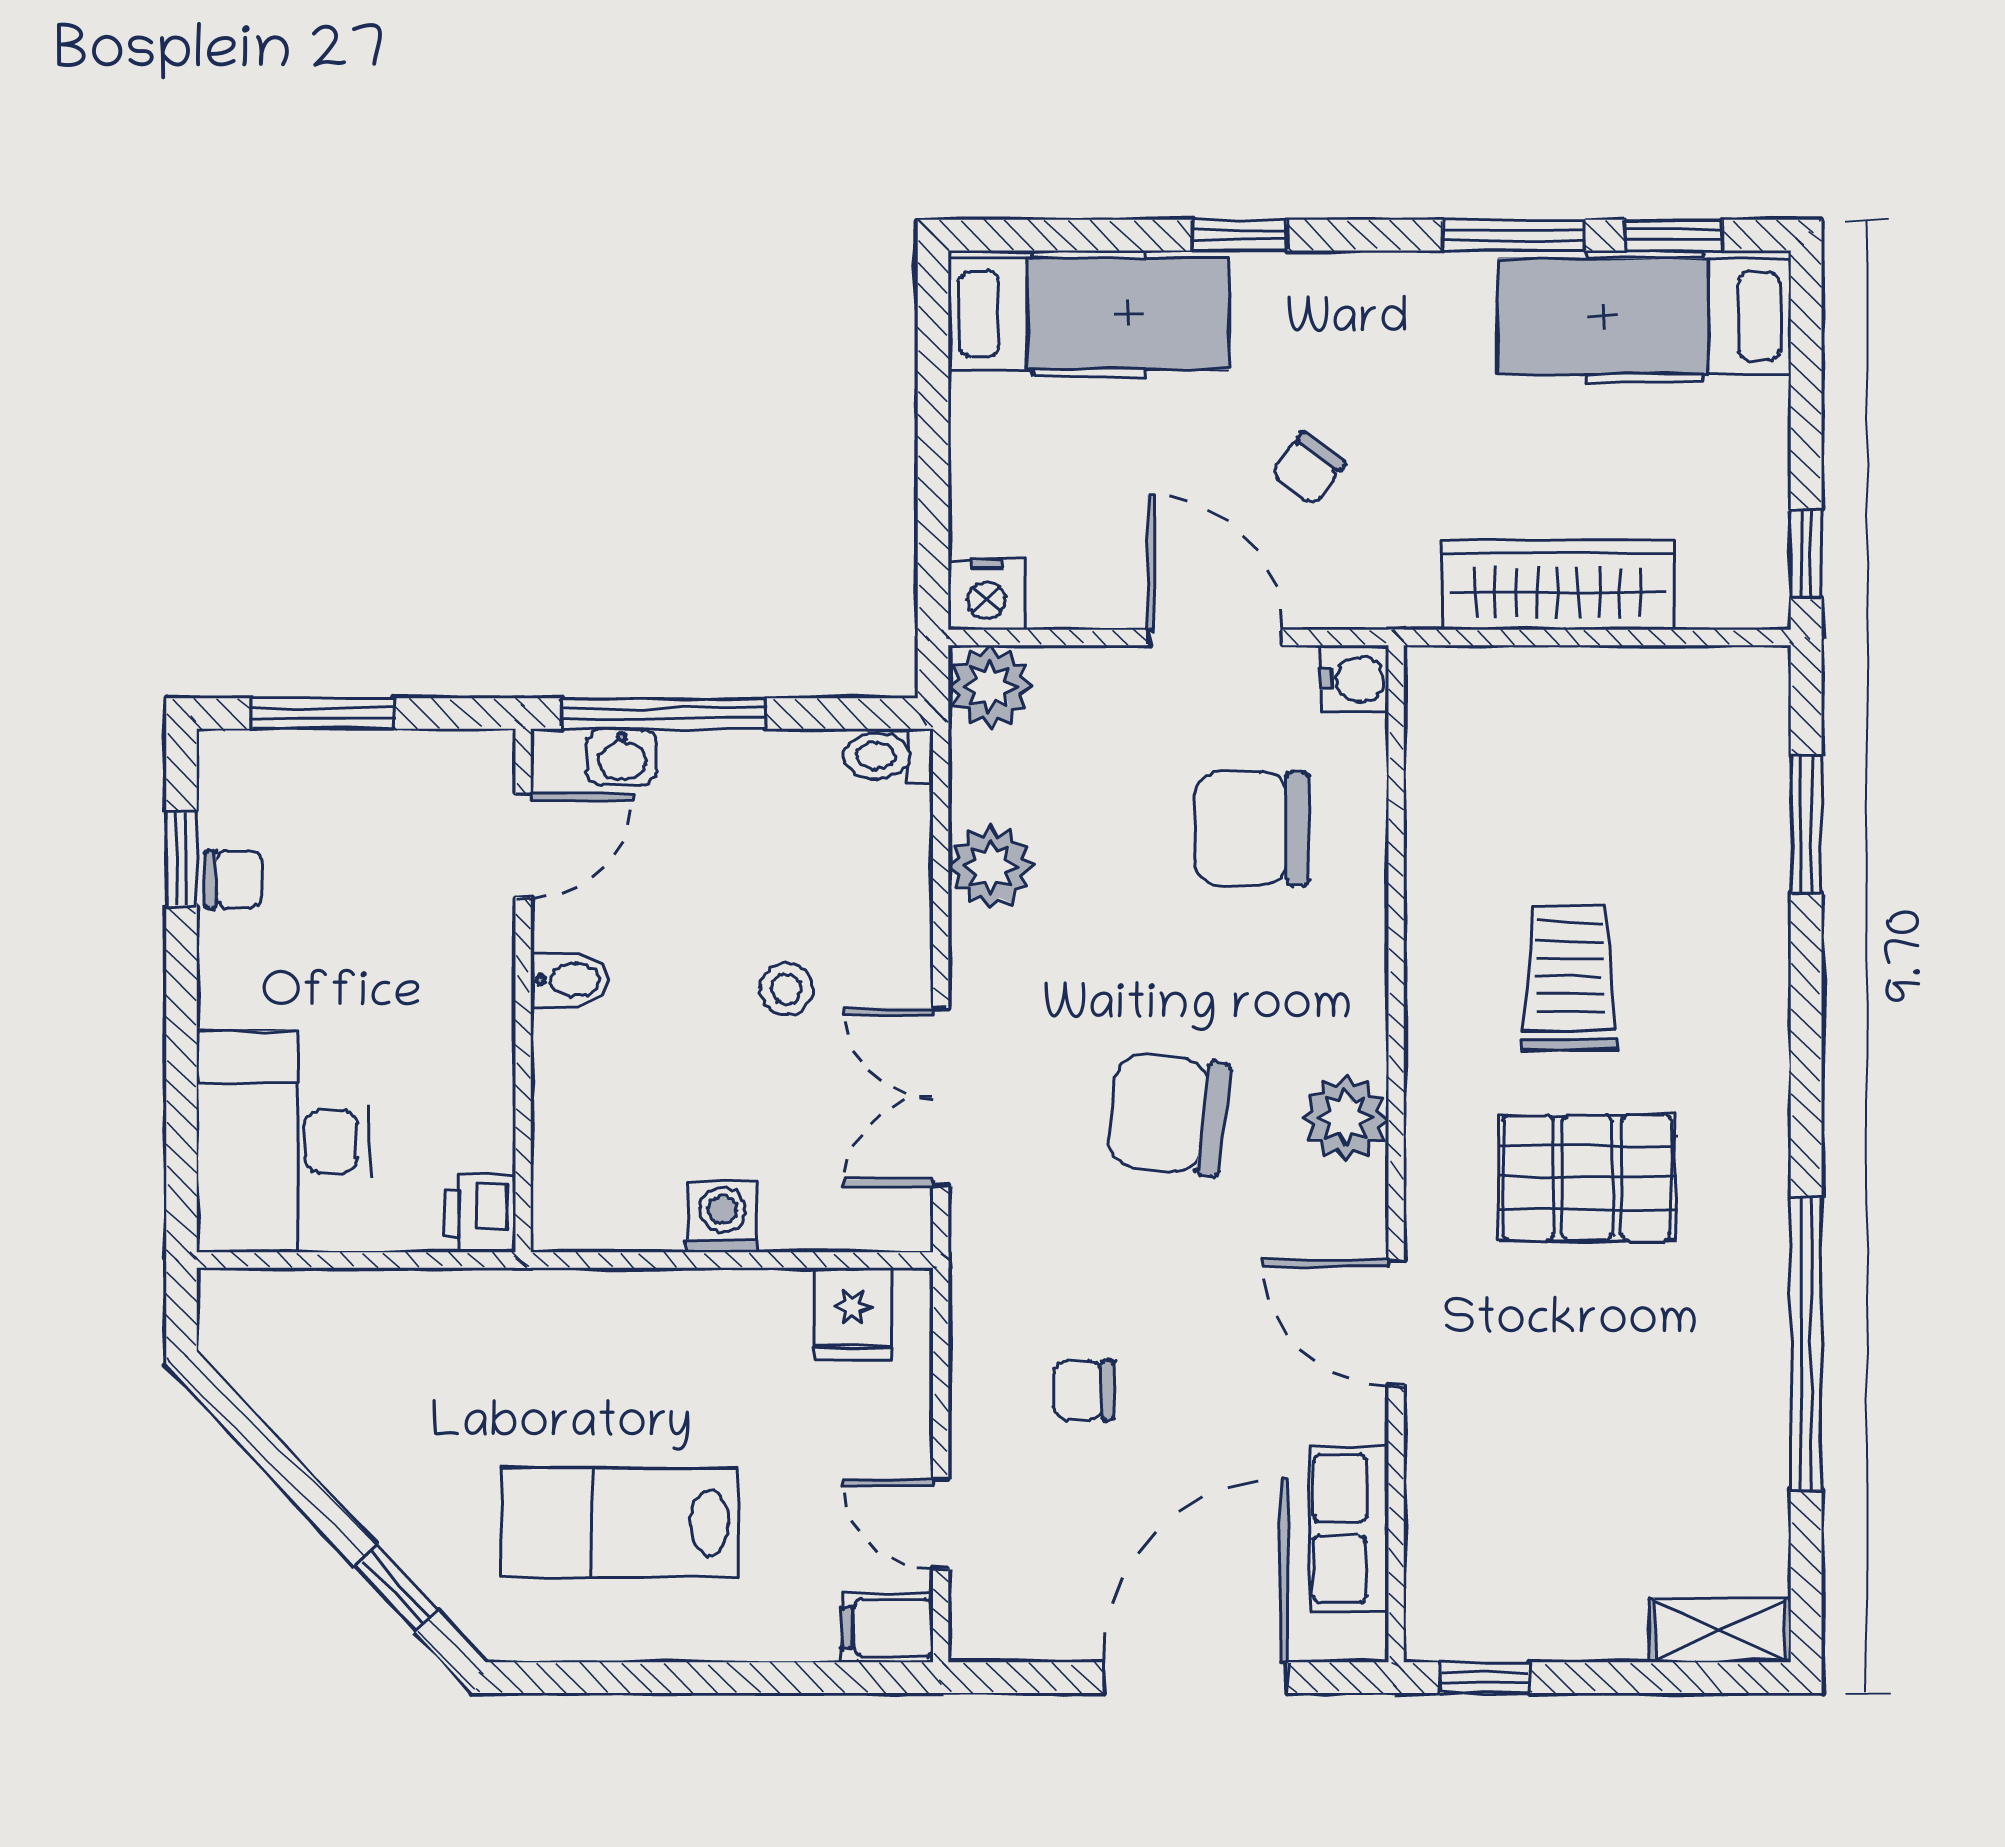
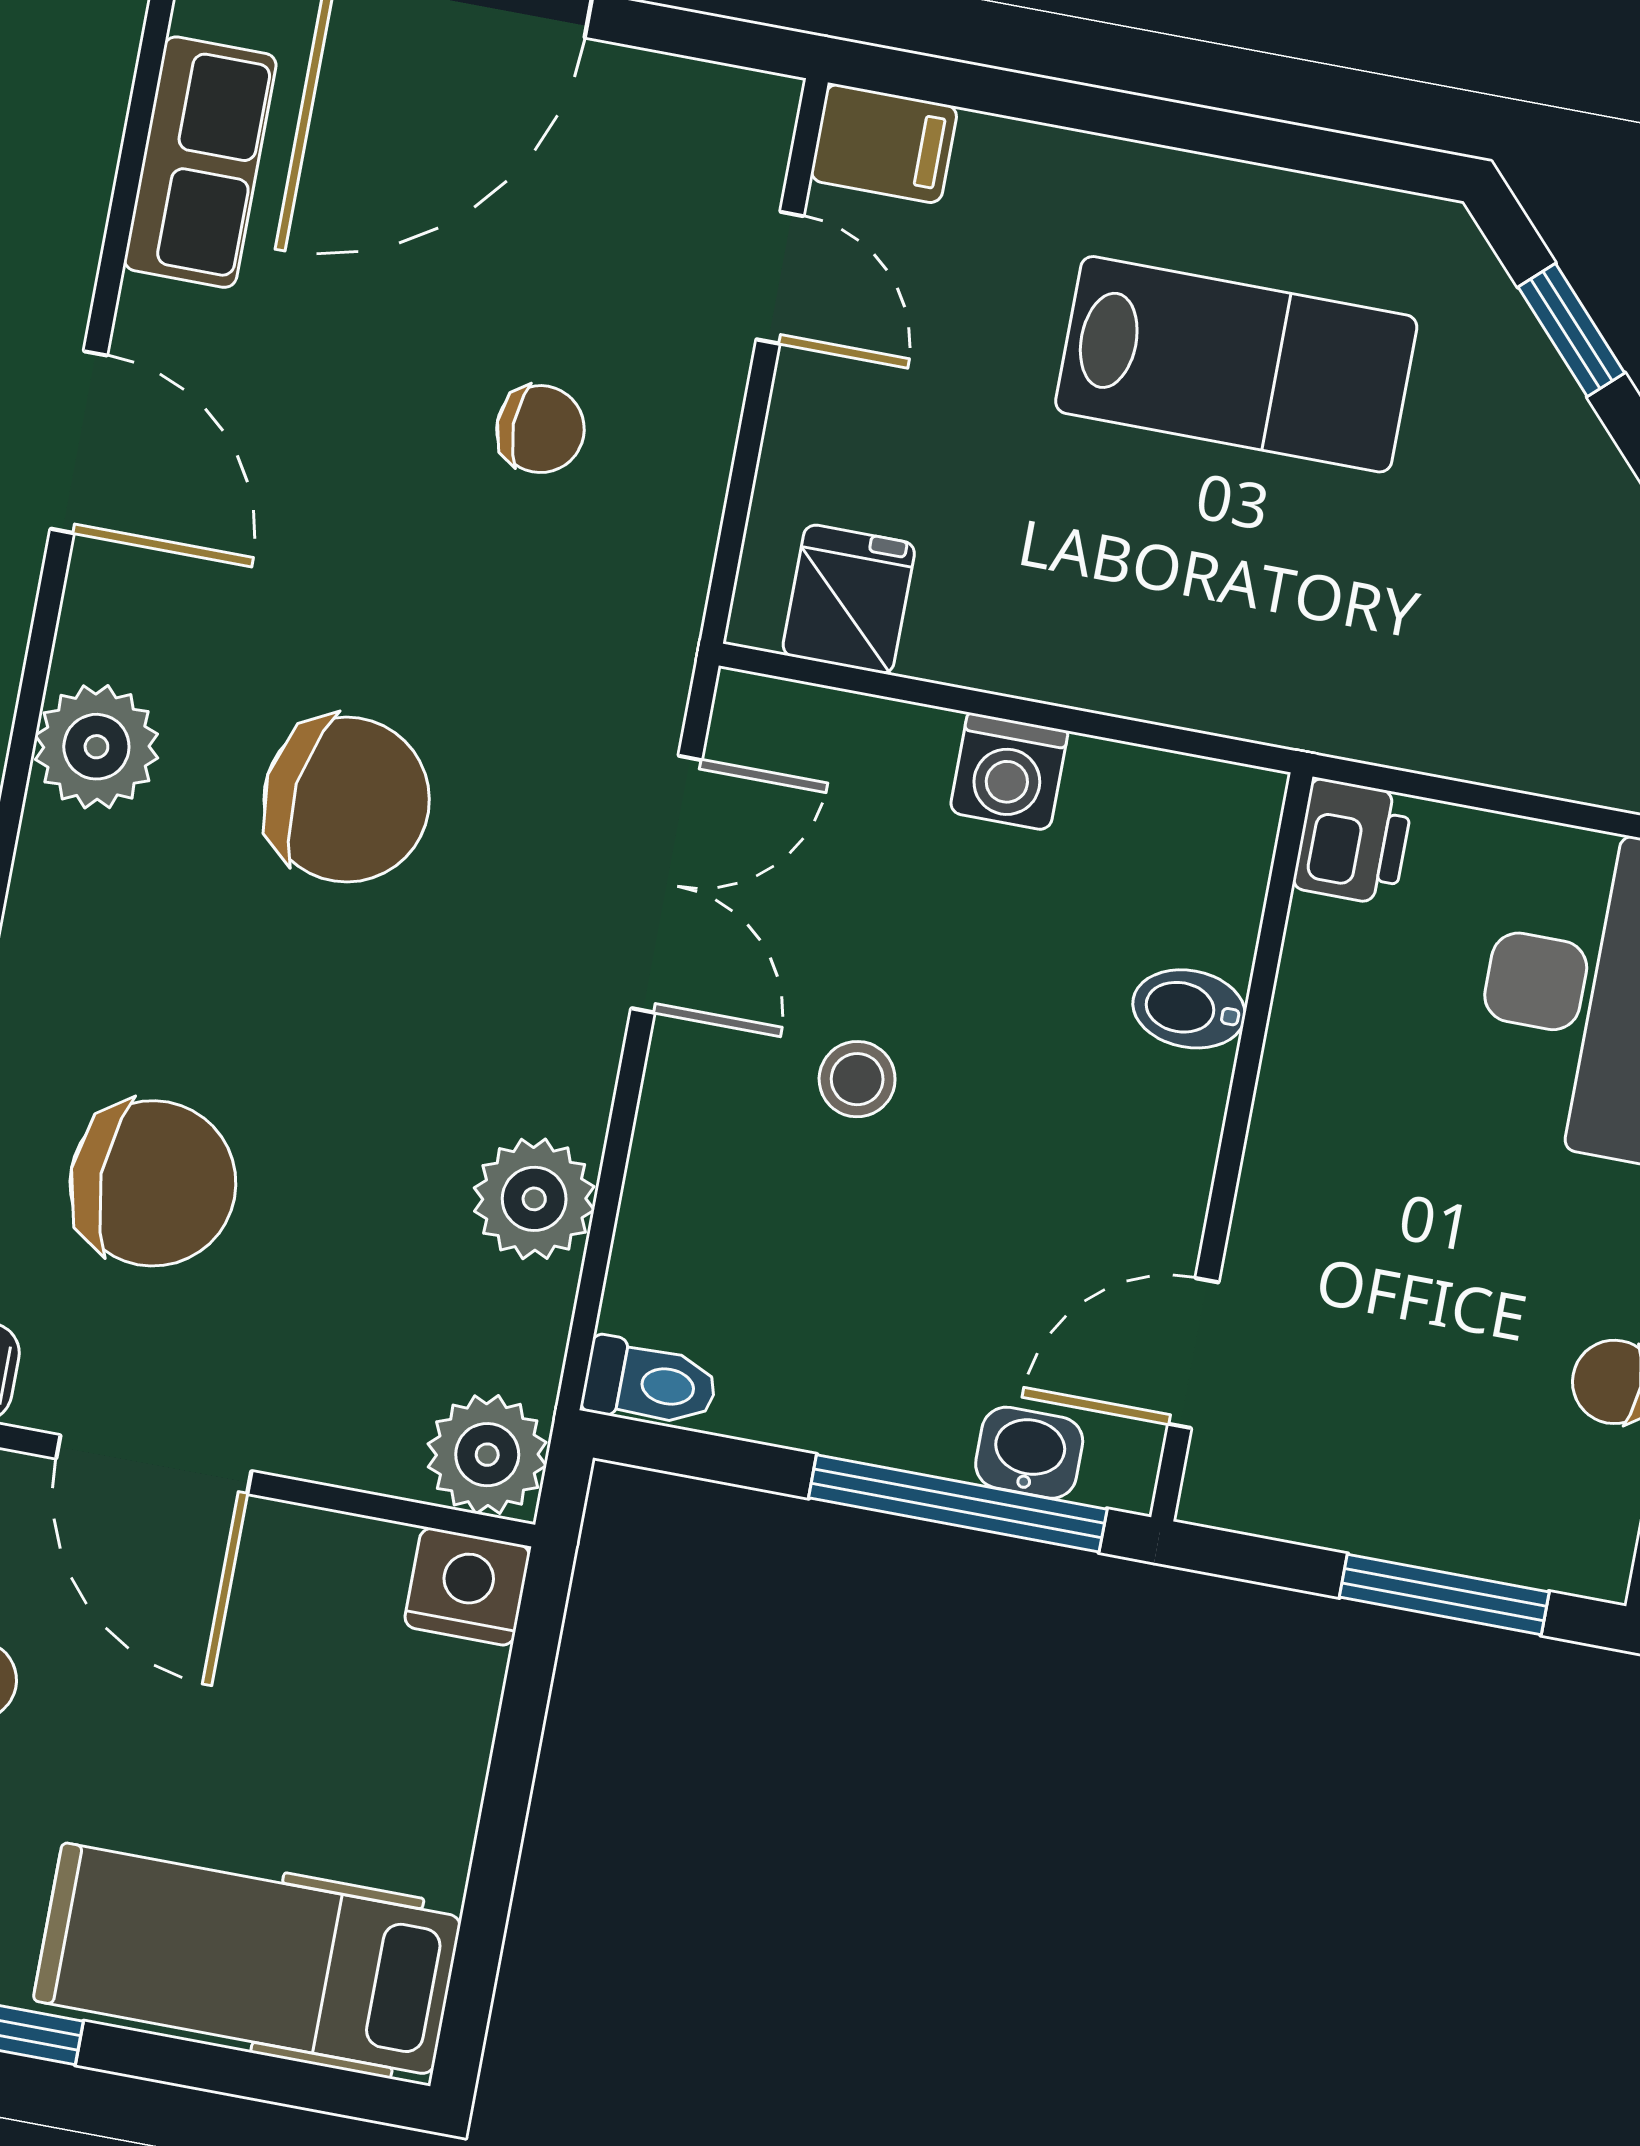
bidet: (570, 980) -> (1189, 1009), moved

